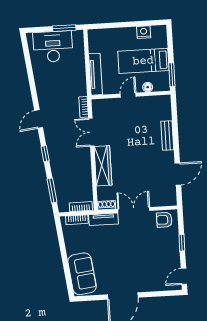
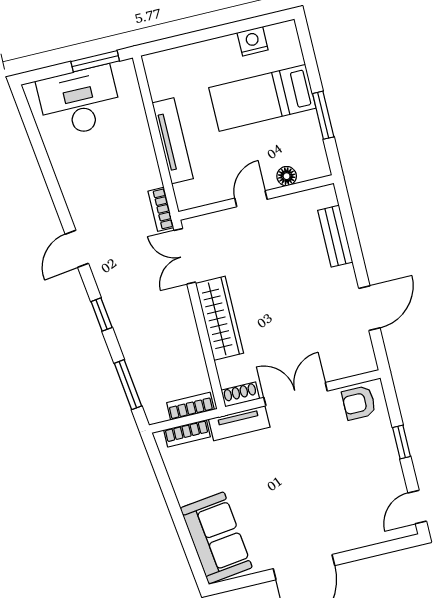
floor lamp: (148, 87) -> (287, 176), moved
door: (128, 95) -> (251, 199), moved
wall: (131, 95) -> (256, 198), moved

